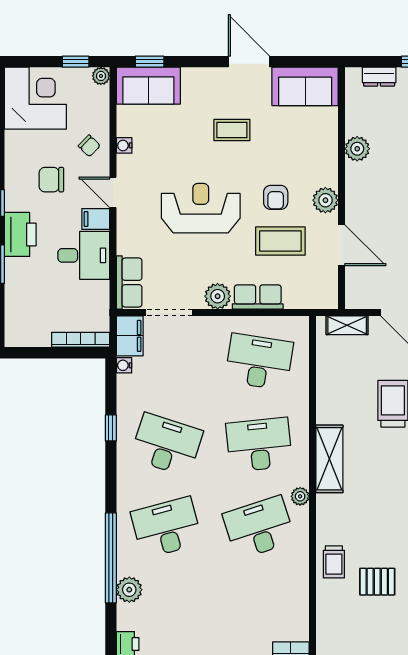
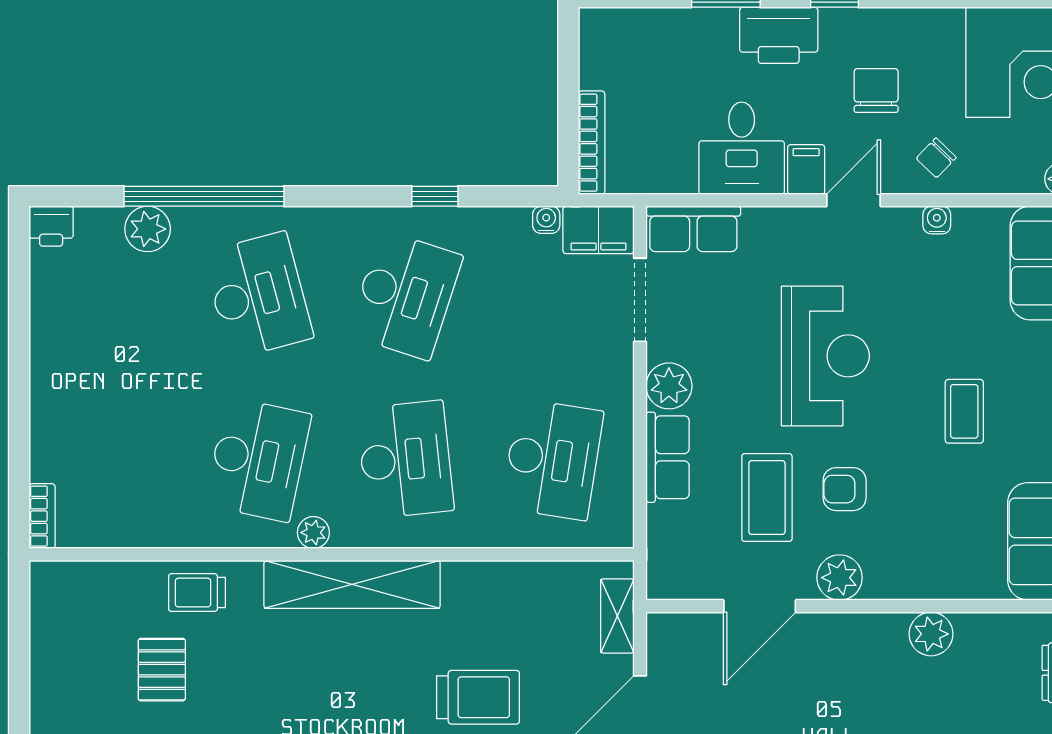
shelving: (329, 459) -> (352, 584), width x1.47
desk: (259, 528) -> (258, 460), turned 30

